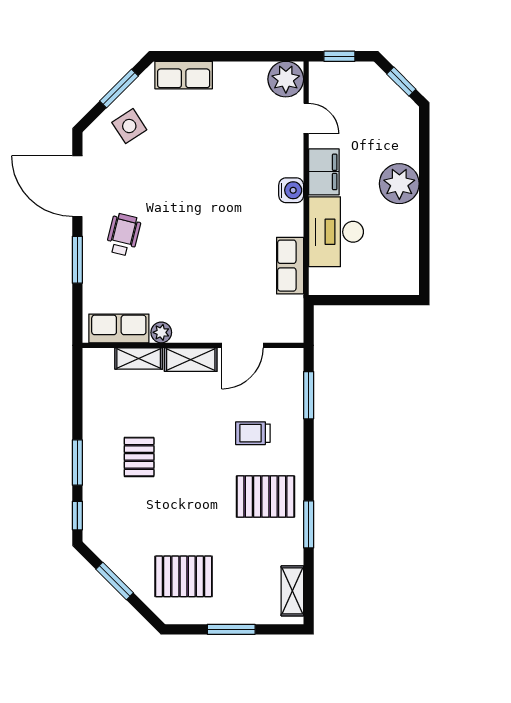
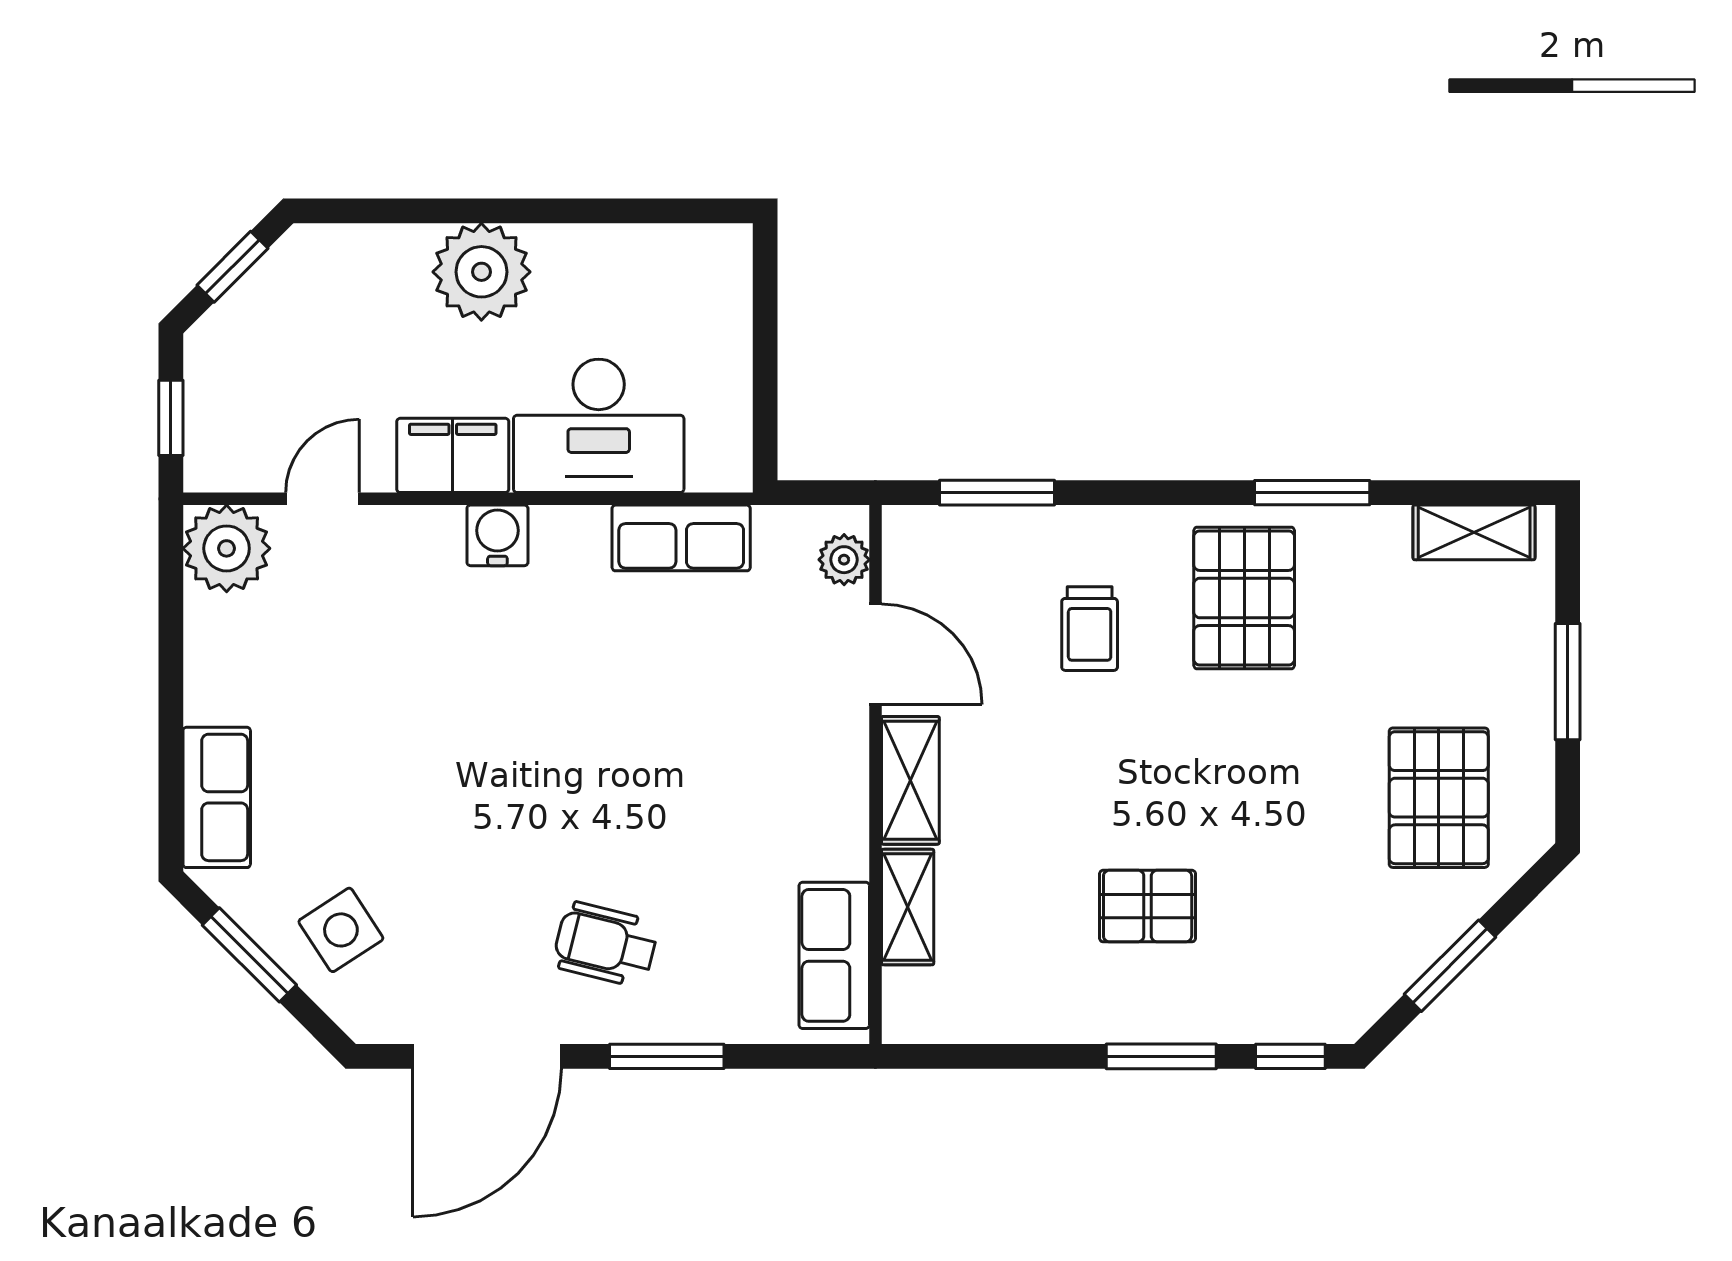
plant: (161, 332) -> (844, 560), moved

